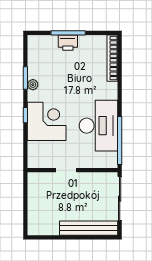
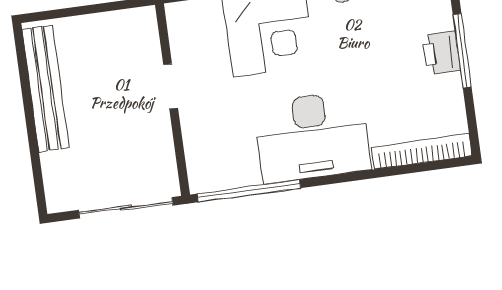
desk: (98, 126) -> (312, 137), moved
bench: (89, 228) -> (46, 88), moved

